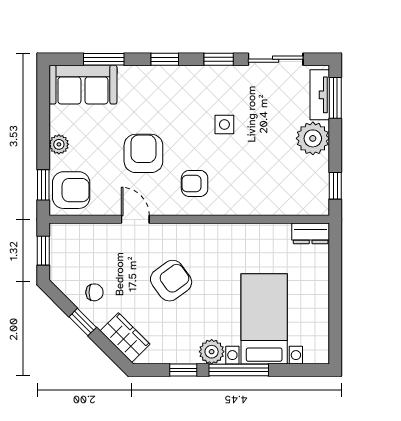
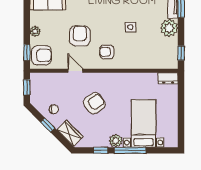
side table: (224, 125) -> (130, 27), moved

